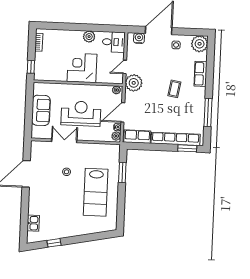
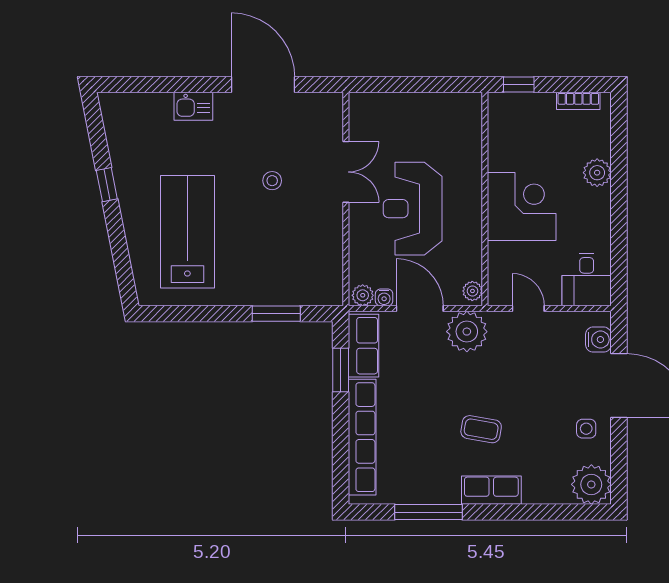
plant: (89, 37) -> (597, 173), moved
row of seats: (201, 74) -> (491, 490), moved
plant: (134, 83) -> (467, 332), moved
sofa: (41, 110) -> (416, 113), removed
reception desk: (81, 114) -> (413, 209), turned 180
window: (187, 148) -> (341, 370), moved
lab bench: (96, 192) -> (187, 232), moved, turned 90
kitchen sink: (33, 223) -> (193, 106), moved
window: (54, 243) -> (107, 185), moved

